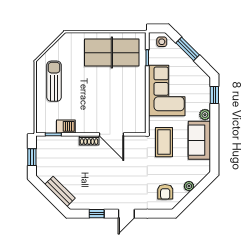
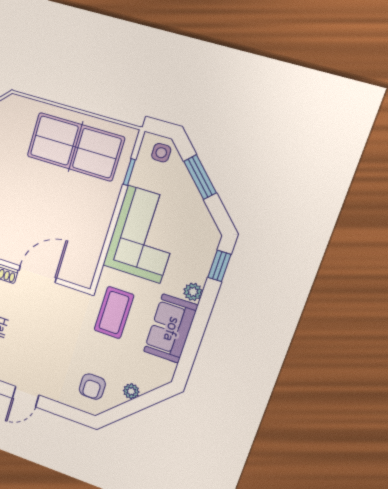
door: (111, 134) -> (38, 274), swing flipped

